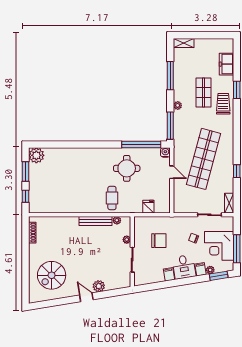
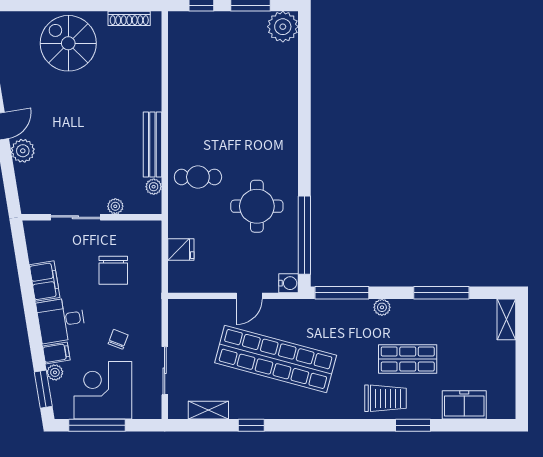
shelving: (229, 203) -> (208, 410), moved
filing cabinet: (169, 274) -> (45, 281), width x2.00
spiral stairs: (52, 275) -> (68, 43), moved

